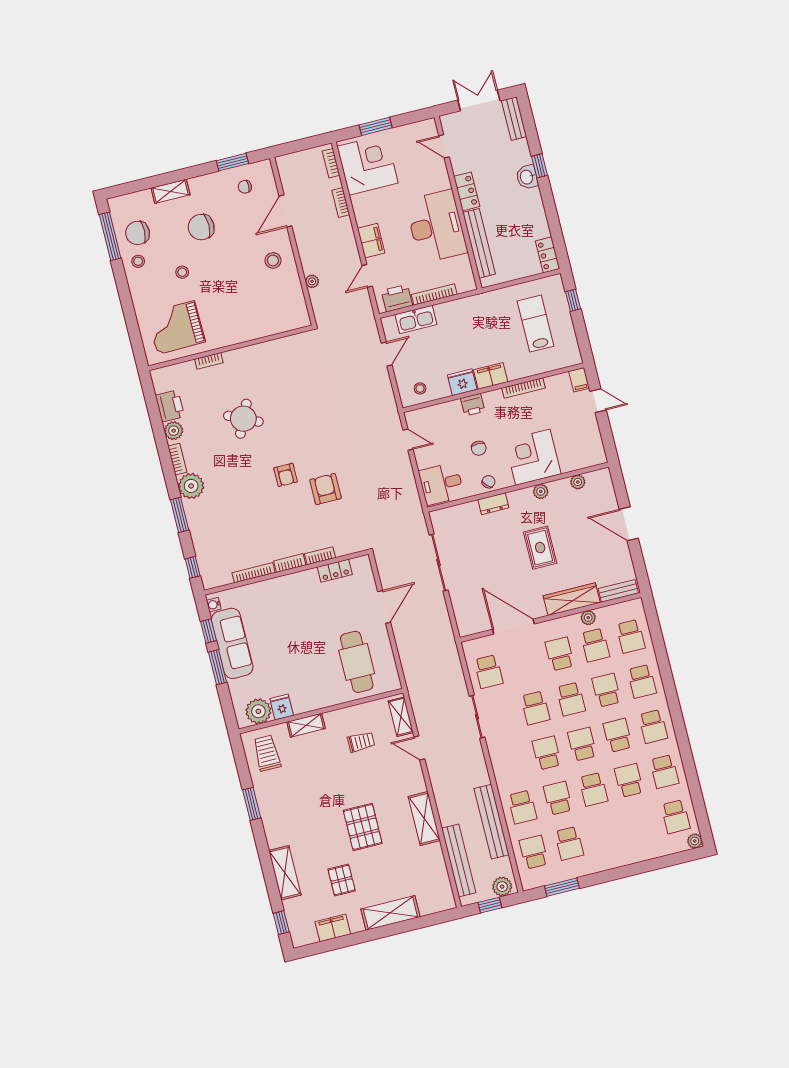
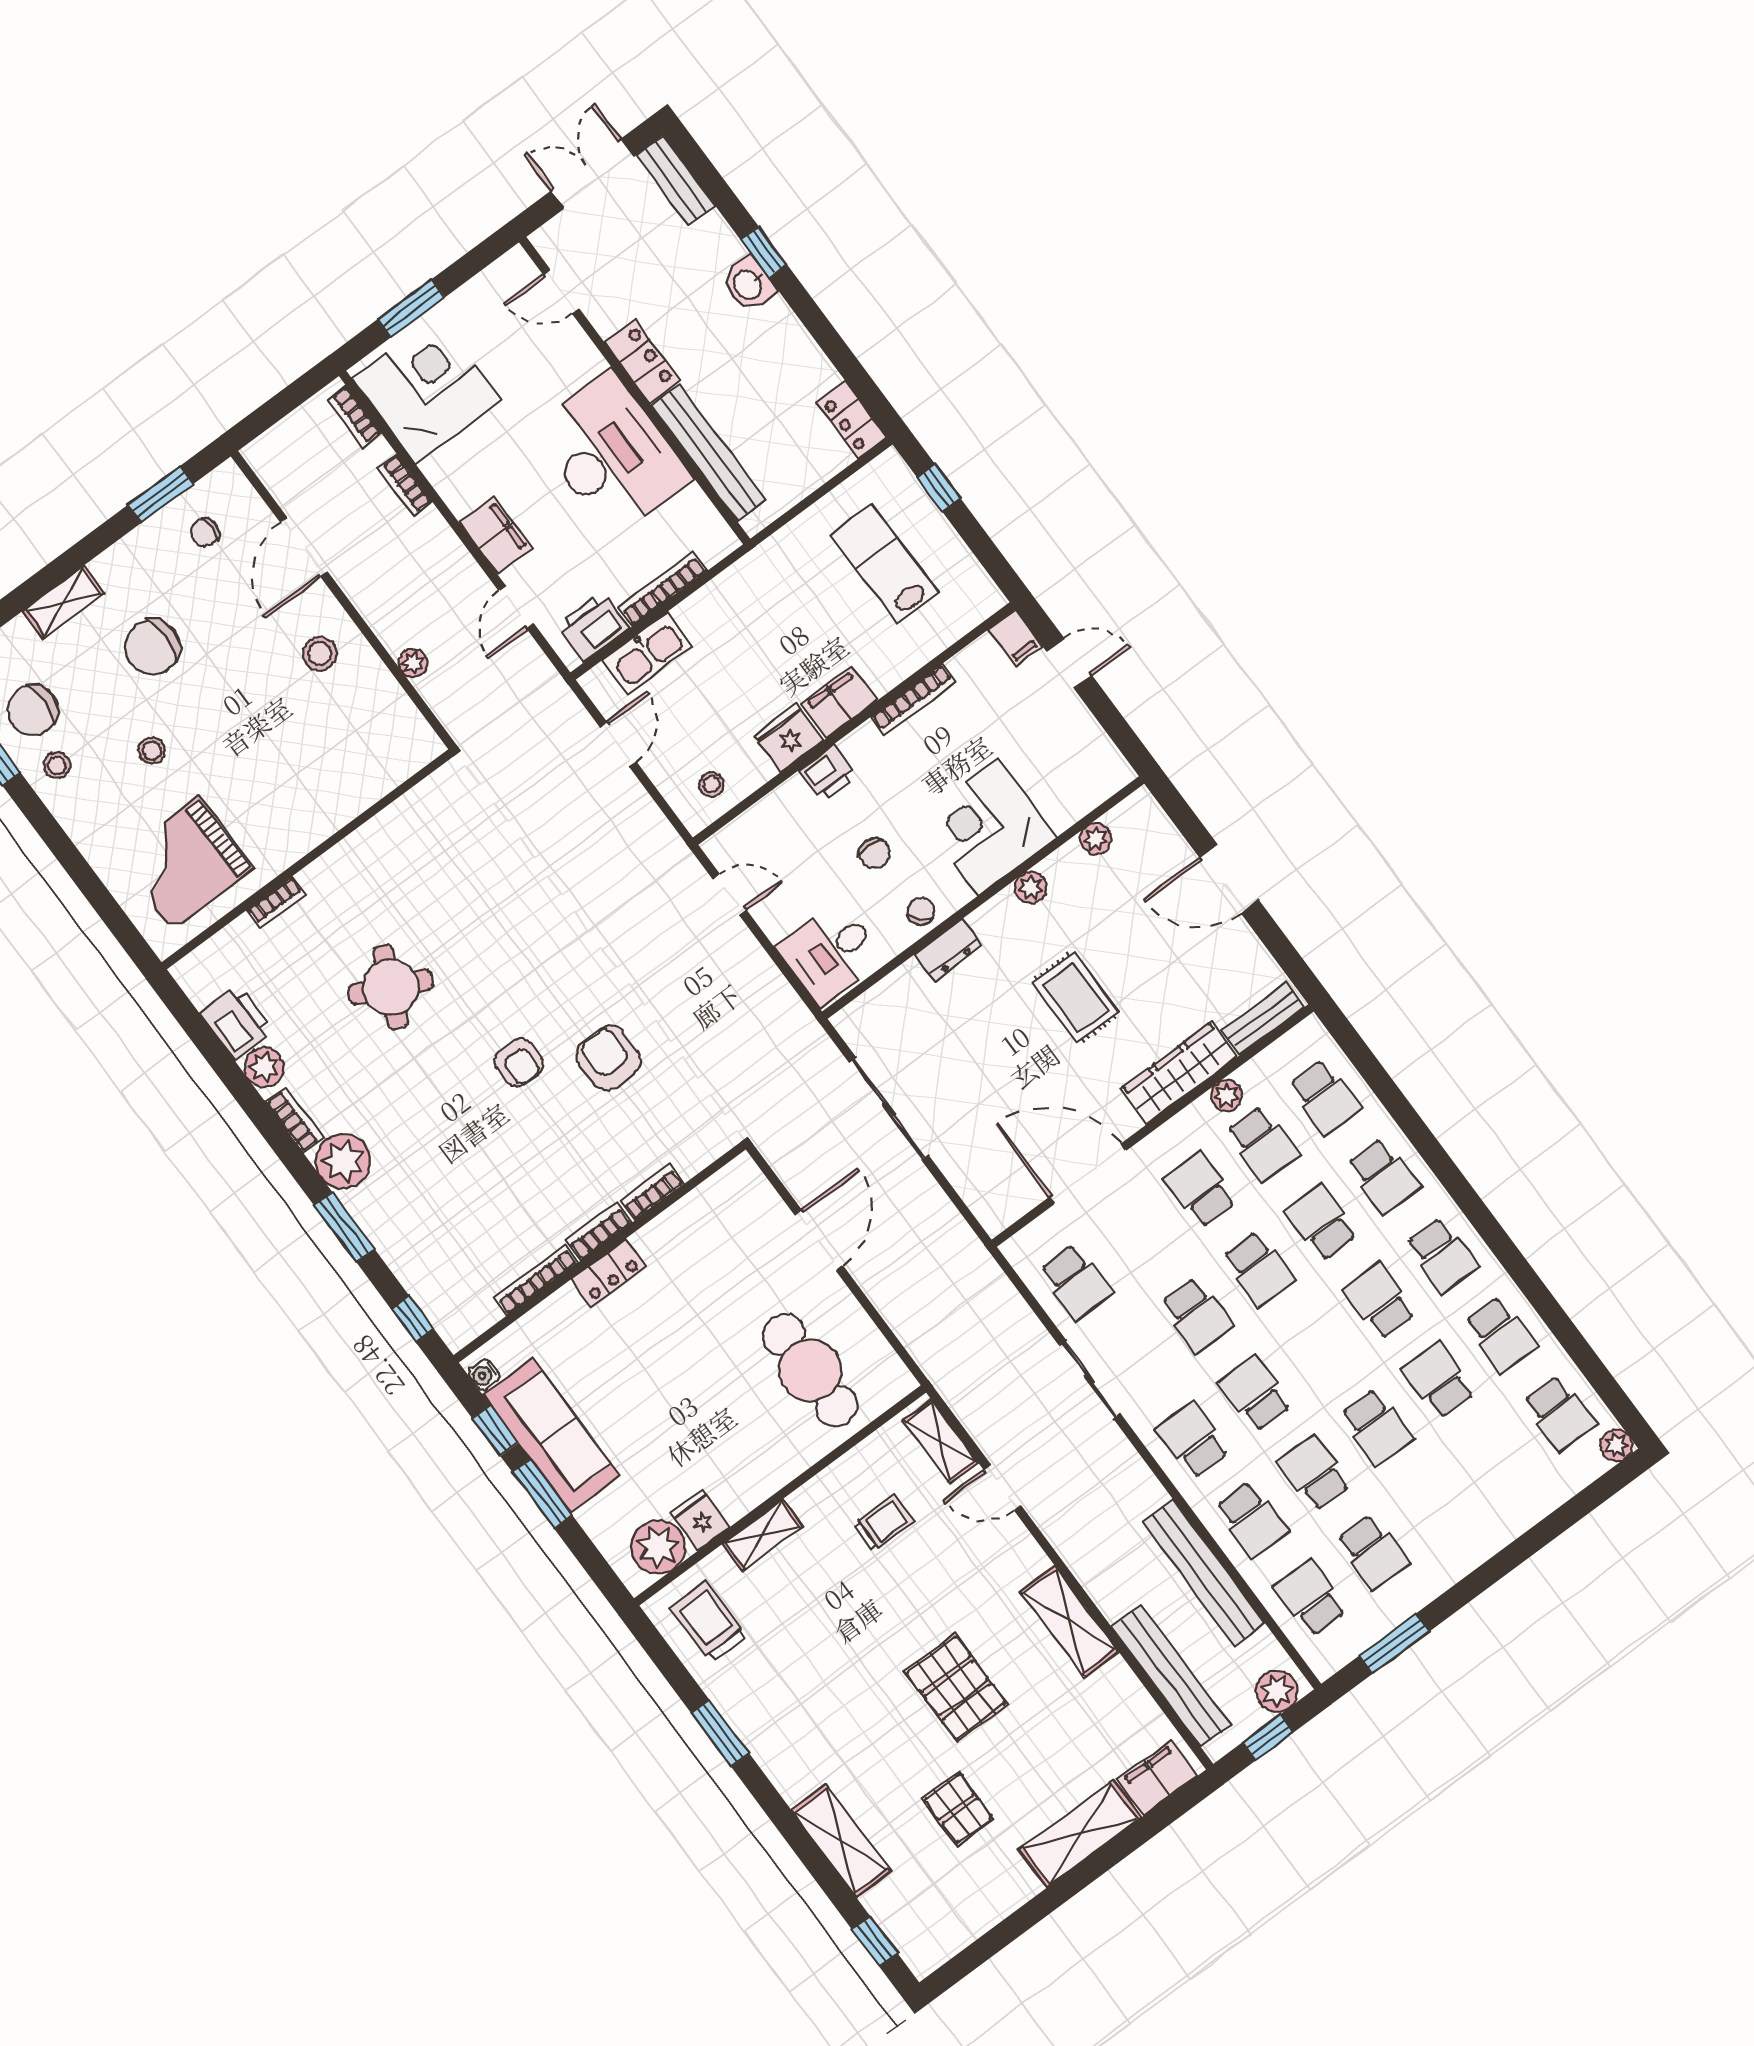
locker: (335, 571) -> (608, 1273), moved
school desk: (582, 744) -> (1193, 1440), moved
filing cabinet: (333, 928) -> (1157, 1778), moved

